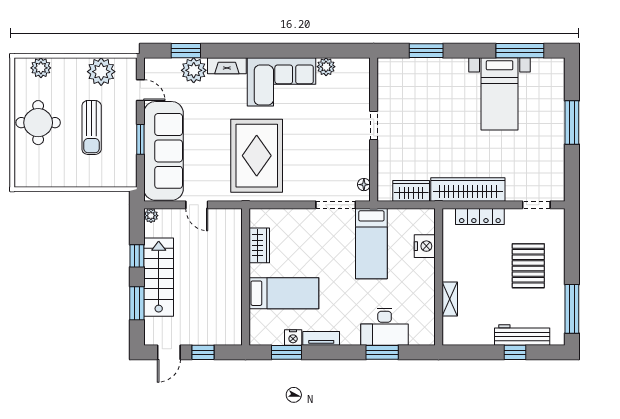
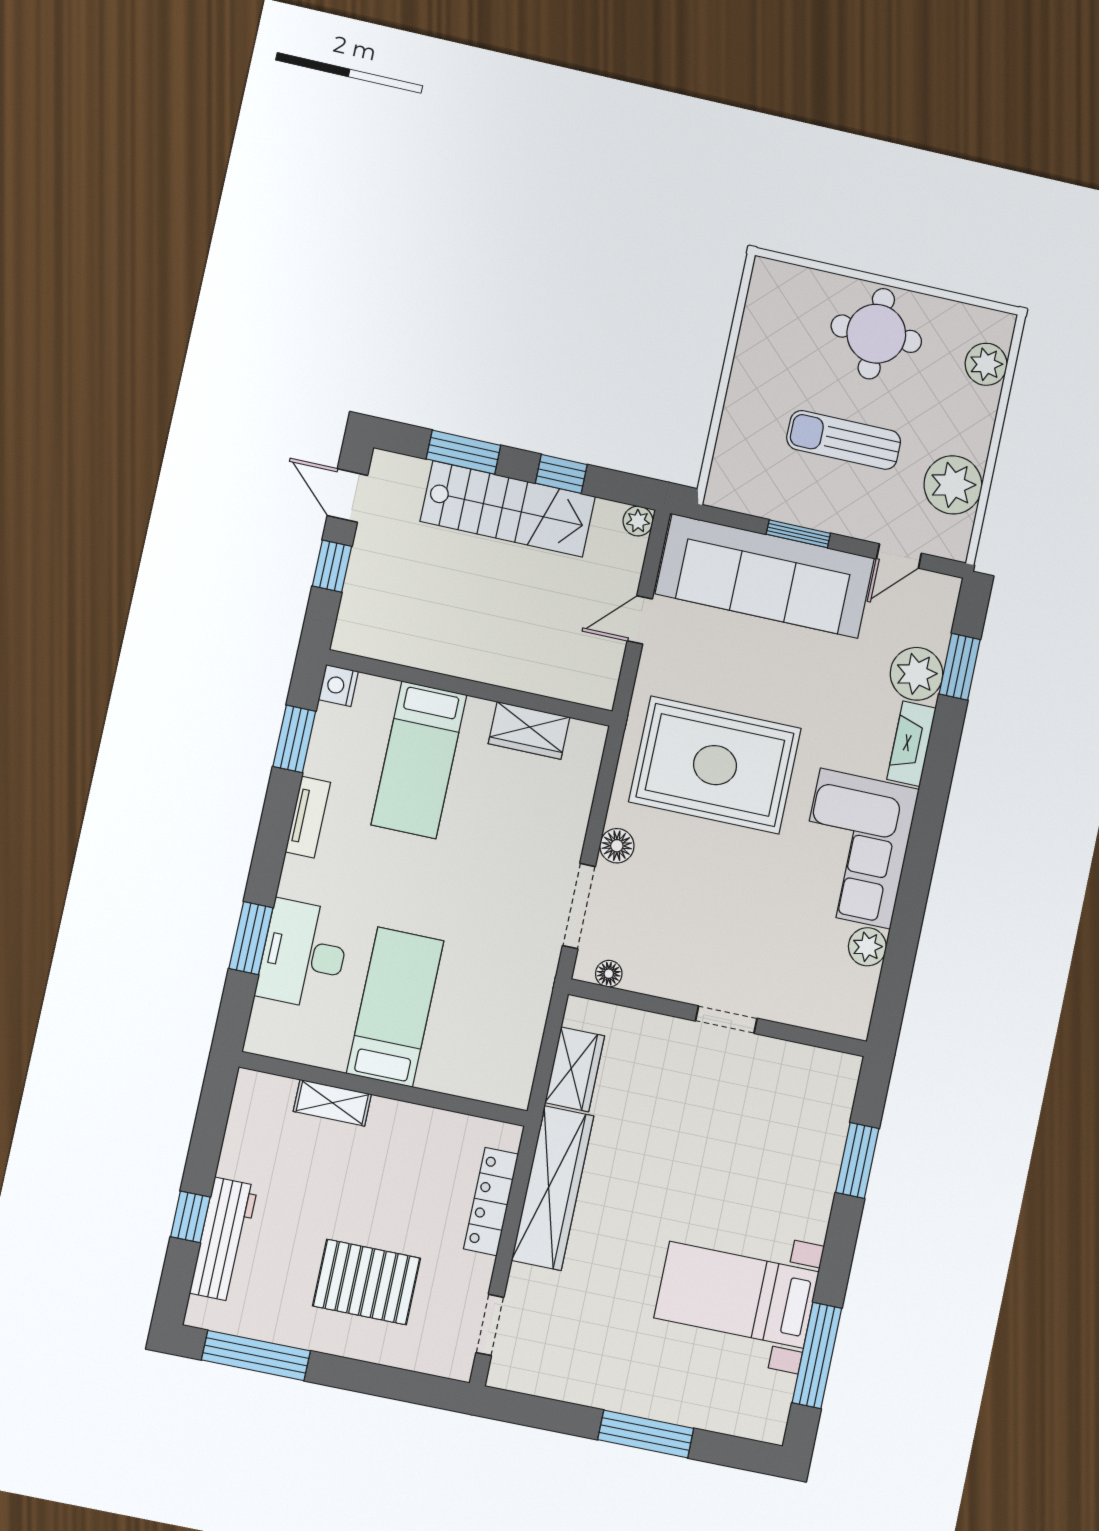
floor lamp: (304, 193) -> (617, 846), added
bed: (371, 244) -> (395, 1007), moved, turned 90
nightstand: (425, 246) -> (454, 1074), removed
nightstand: (293, 338) -> (338, 686), moved

